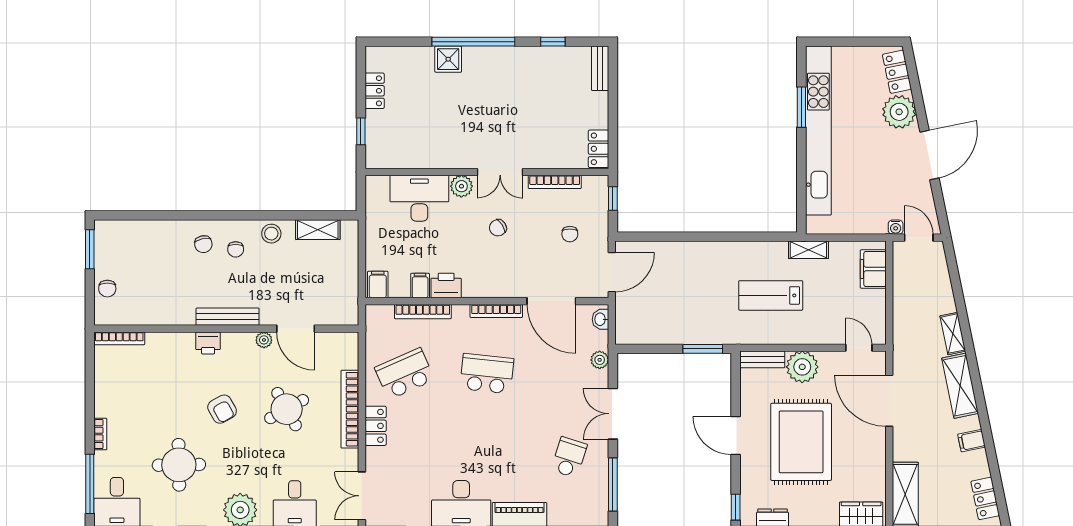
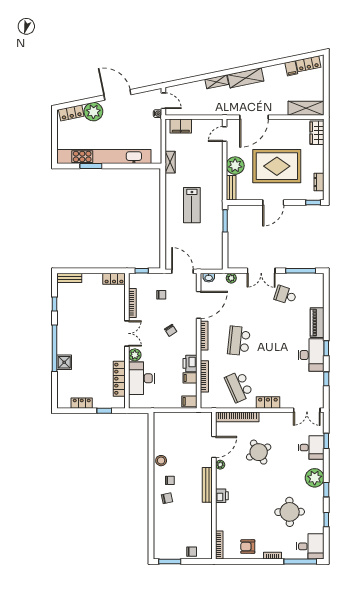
locker: (419, 158) -> (119, 379), added
chair: (498, 228) -> (171, 330), moved
shelving: (318, 230) -> (159, 435), removed
door: (919, 238) -> (163, 101), swing flipped
lab bench: (771, 295) -> (192, 205), moved
armchair: (222, 409) -> (248, 547), moved, turned -151
bookcase: (350, 409) -> (237, 417), moved
filing cabinet: (972, 441) -> (291, 68), moved

